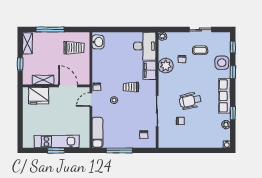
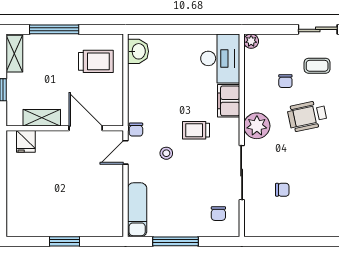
plant: (166, 66) -> (257, 126), moved
fridge: (39, 96) -> (26, 141), width x0.53, depth x0.75
wheelchair: (190, 101) -> (307, 116), moved
kitchen unit: (57, 142) -> (66, 226), removed

